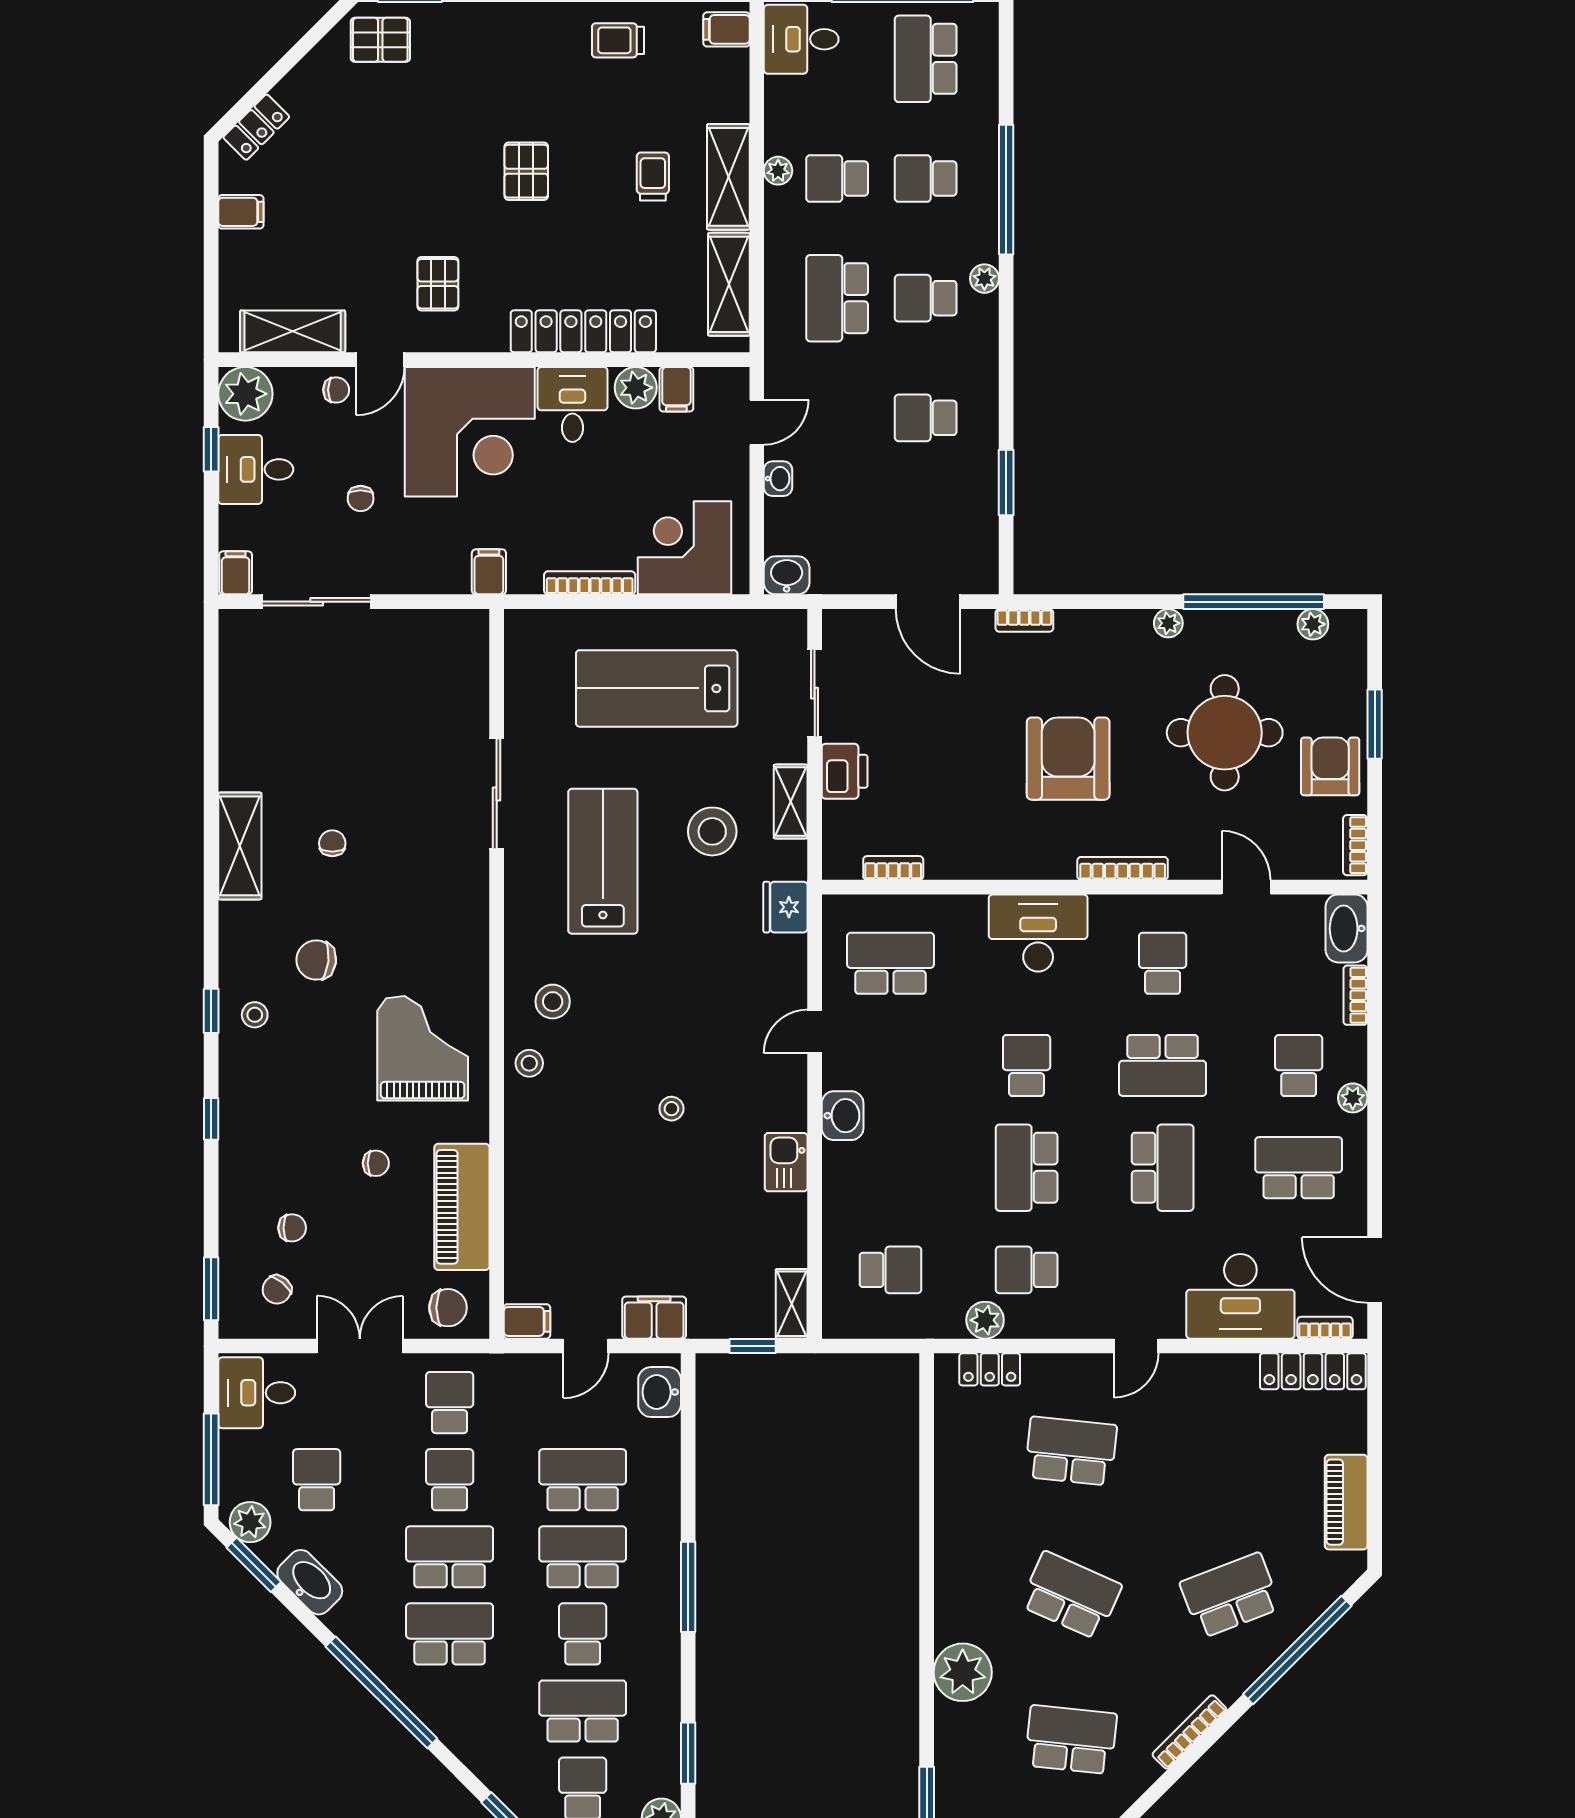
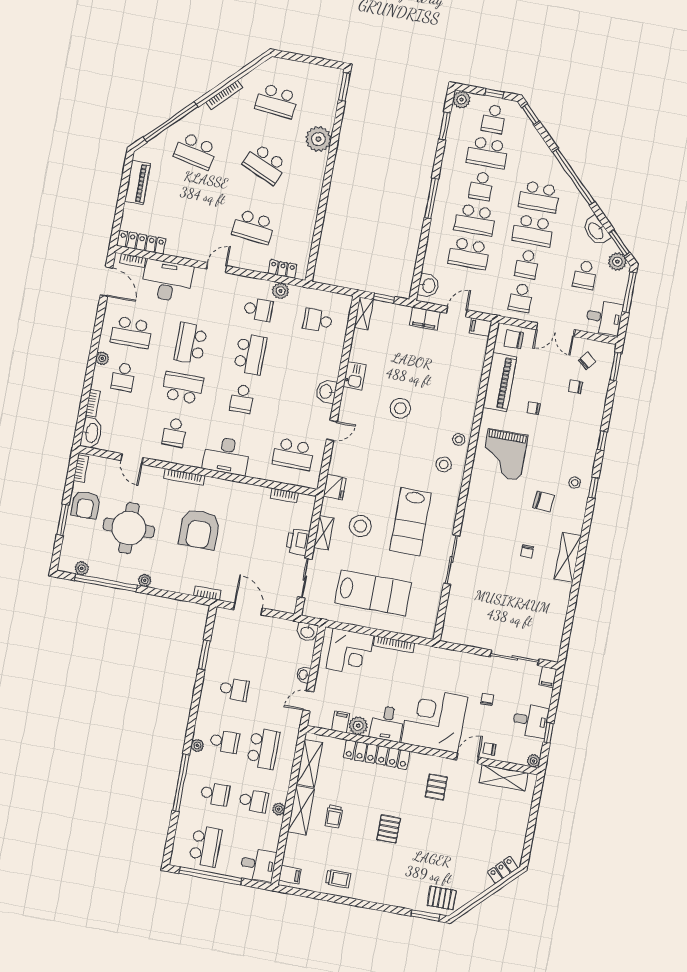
filing cabinet: (241, 212) -> (516, 834), removed
plant: (245, 394) -> (534, 761), width x0.53, depth x0.53
filing cabinet: (489, 572) -> (437, 657), removed
stool: (671, 1109) -> (400, 408), width x1.89, depth x1.89
school desk: (1230, 1595) -> (196, 151), turned 33

